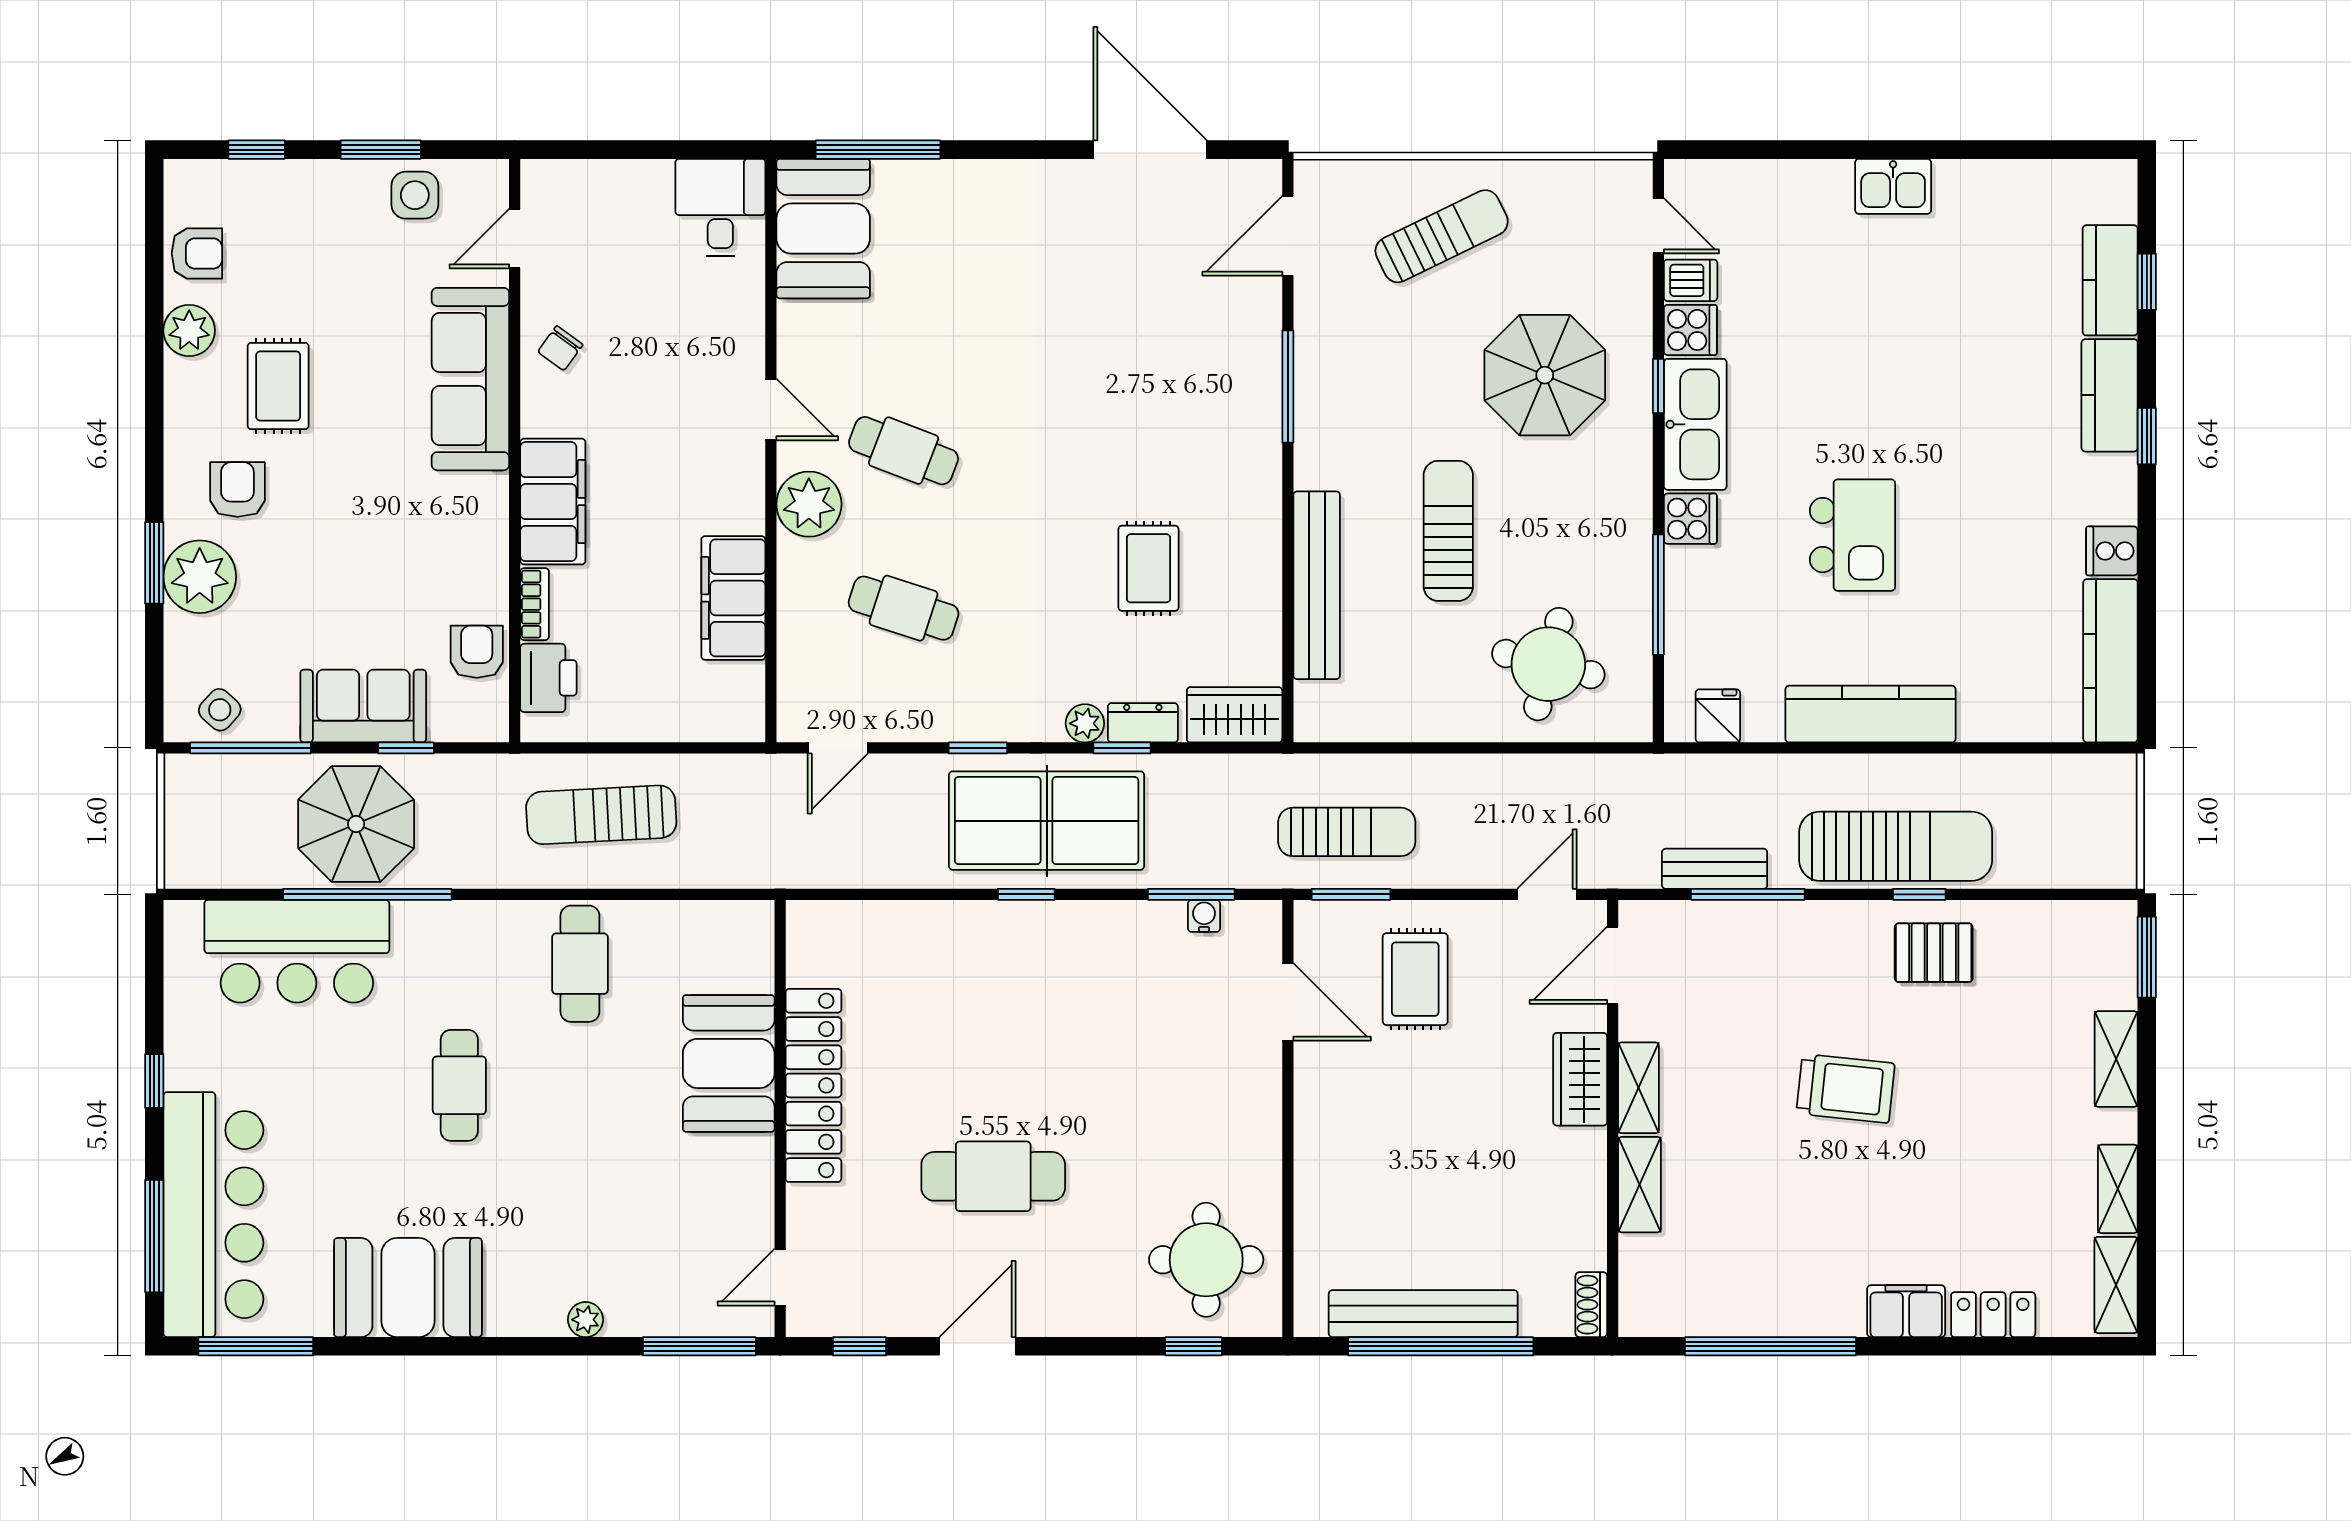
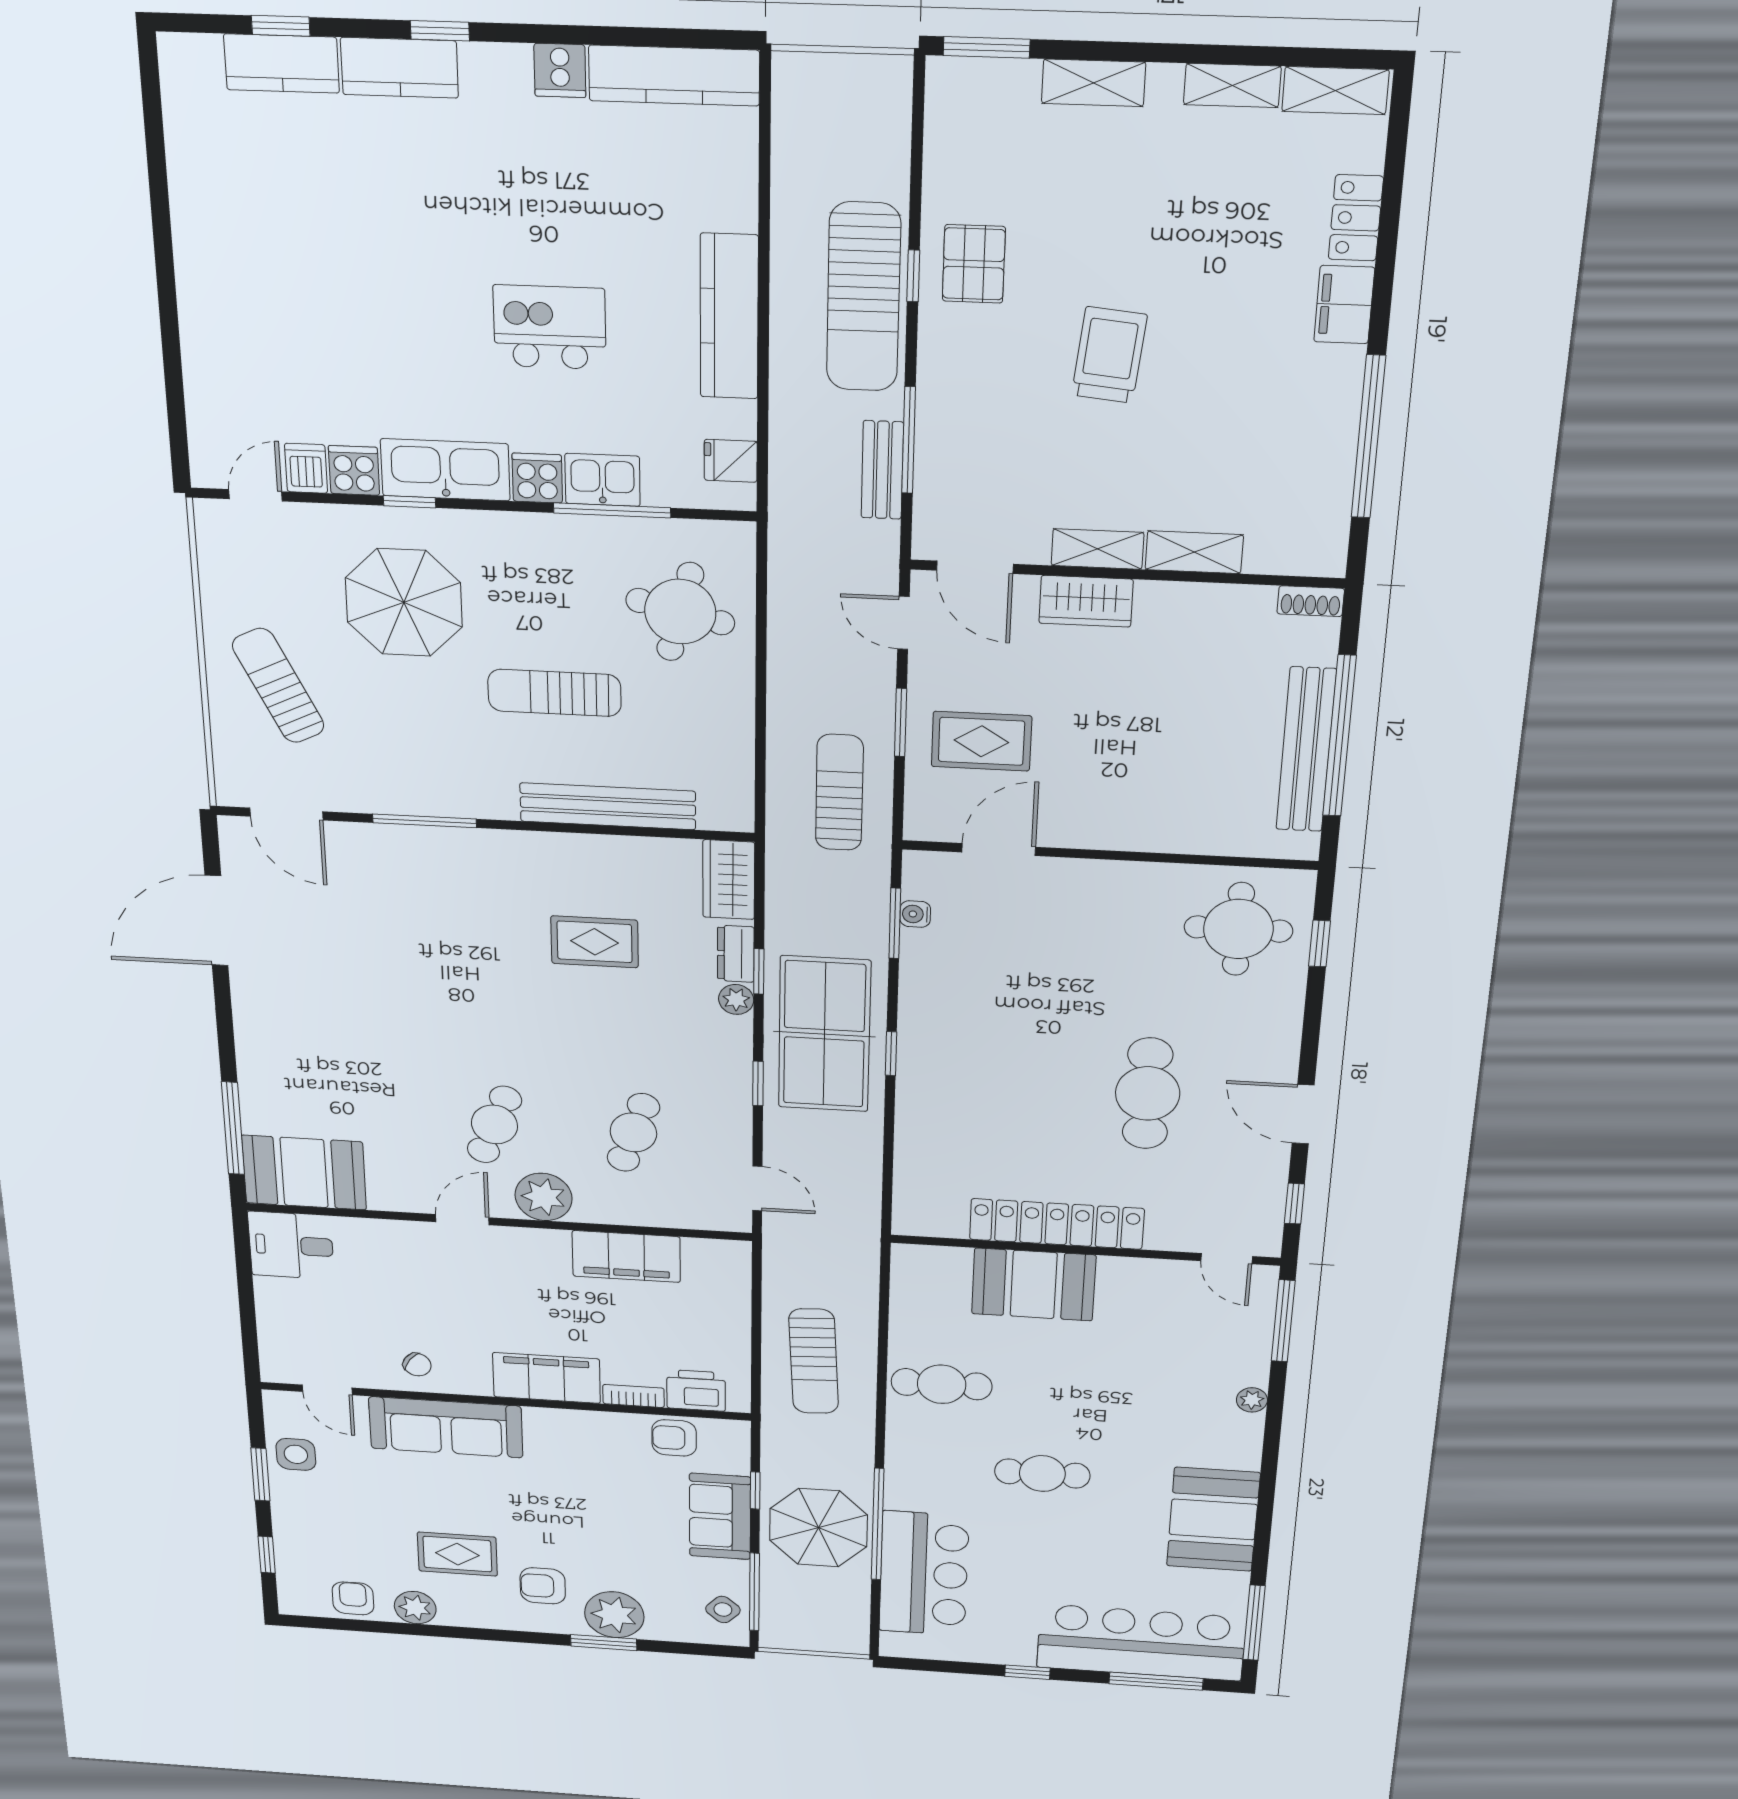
kitchen sink: (1893, 186) -> (602, 480), moved, turned -90
sun lounger: (1896, 846) -> (863, 297), turned 180
window: (1351, 894) -> (901, 722), moved

